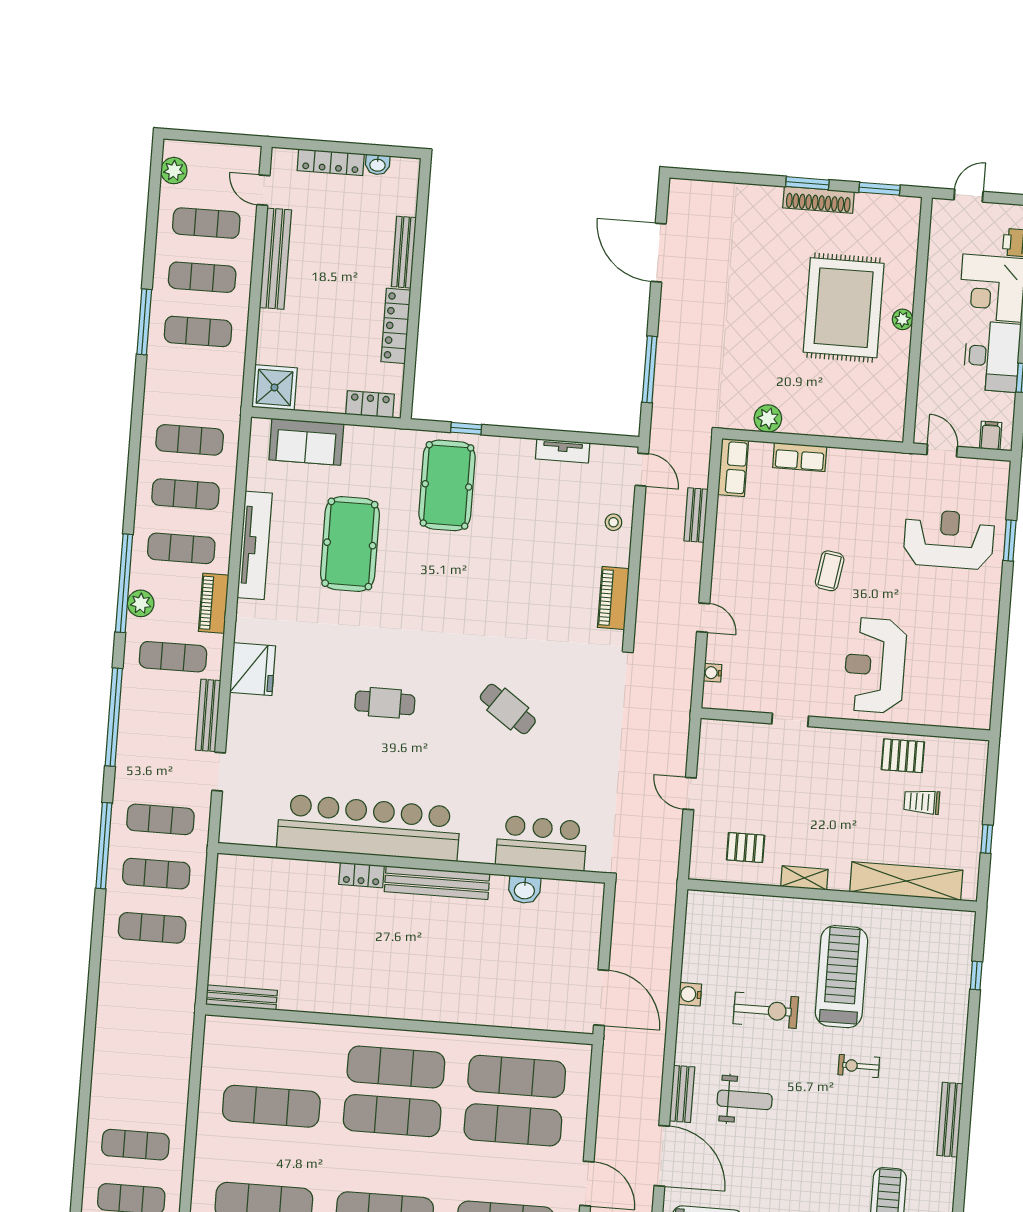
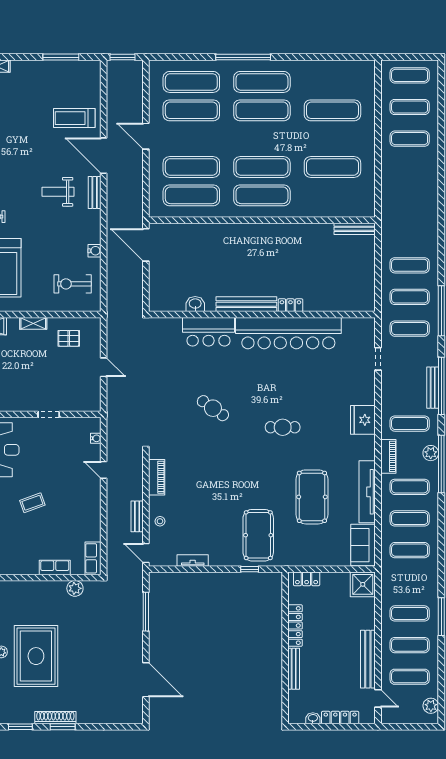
sofa: (306, 442) -> (363, 545), moved, turned -90
bench: (696, 515) -> (137, 516), moved
coffee table: (830, 571) -> (32, 503), turned 61
cafe table: (385, 703) -> (283, 427), moved
bench: (208, 715) -> (433, 388), moved
bar counter: (541, 843) -> (209, 332), moved
exercise bike: (766, 1010) -> (73, 284), moved

